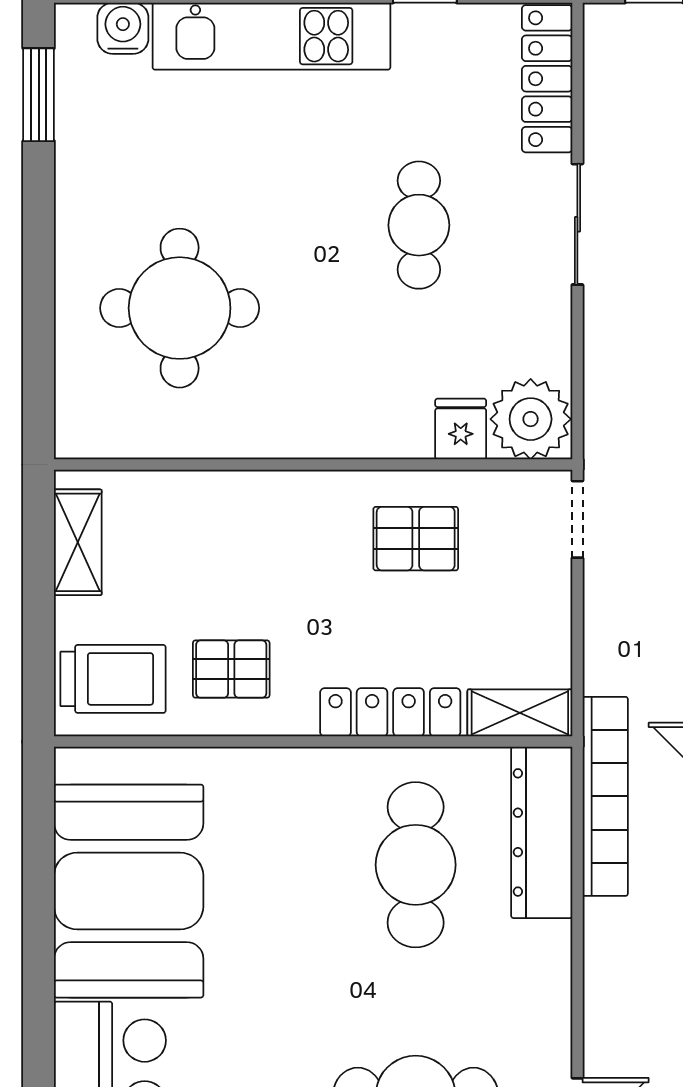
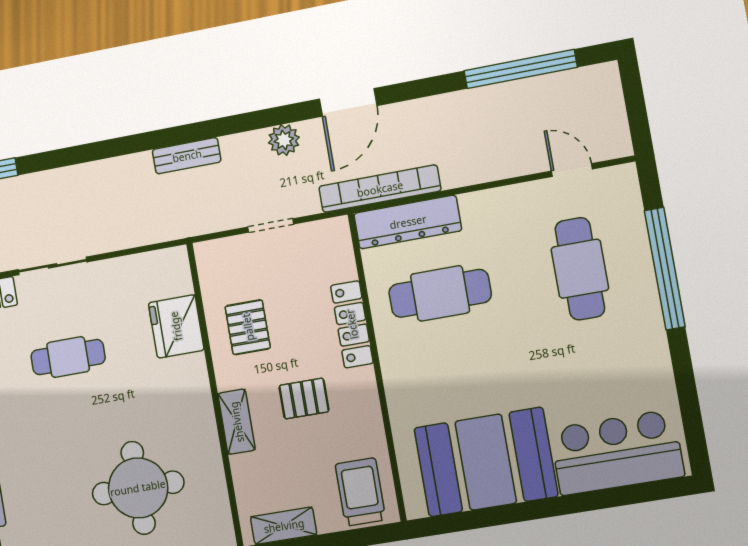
plant: (531, 419) -> (167, 273), removed
fridge: (461, 429) -> (176, 326), width x1.88, depth x1.34
doorway: (577, 519) -> (271, 226), moved
pallet: (231, 669) -> (304, 399), moved, turned 90
shelving: (520, 713) -> (237, 422), moved

